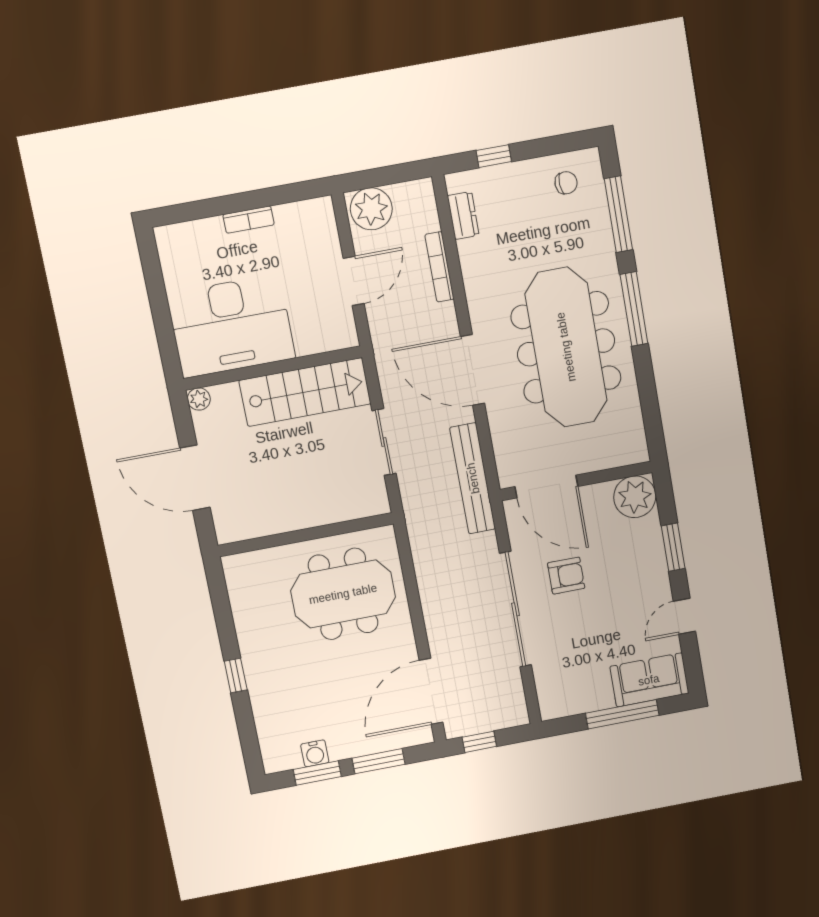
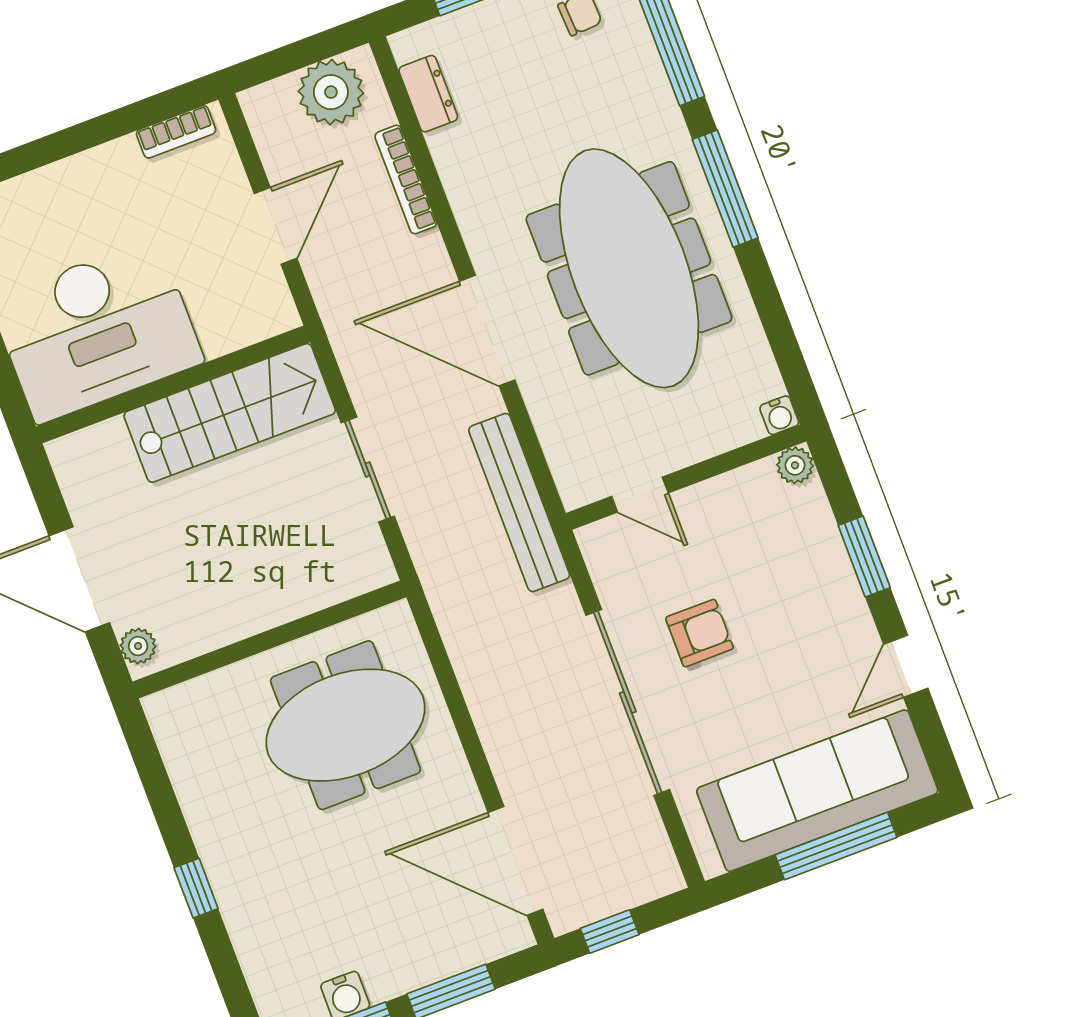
plant: (371, 209) -> (331, 92), moved
bookcase: (249, 220) -> (176, 132), moved
plant: (199, 399) -> (138, 646), moved
water cooler: (639, 454) -> (779, 415), added
door: (546, 487) -> (640, 495), width x0.53
plant: (635, 497) -> (795, 465), width x0.53, depth x0.53
sofa: (649, 680) -> (817, 791), width x1.85, depth x1.27
door: (431, 691) -> (516, 861), hinge flipped

